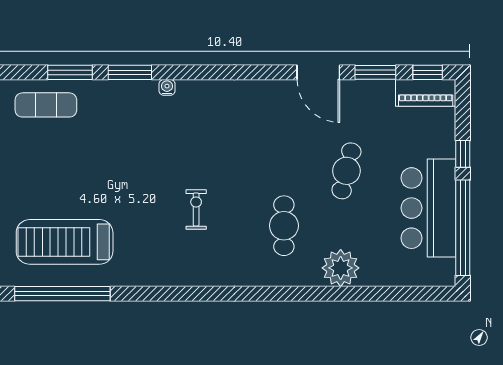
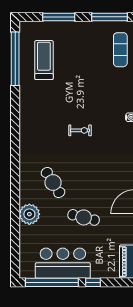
exercise bike: (196, 209) -> (80, 130), moved
cafe table: (284, 226) -> (53, 183), turned 58
treadmill: (65, 242) -> (44, 60), width x0.73, depth x0.73

